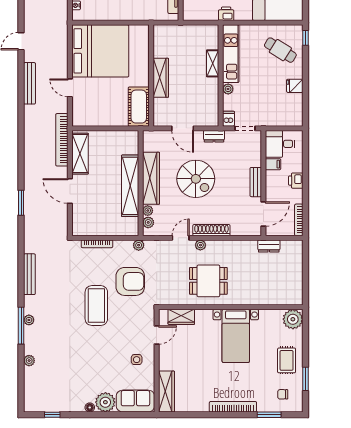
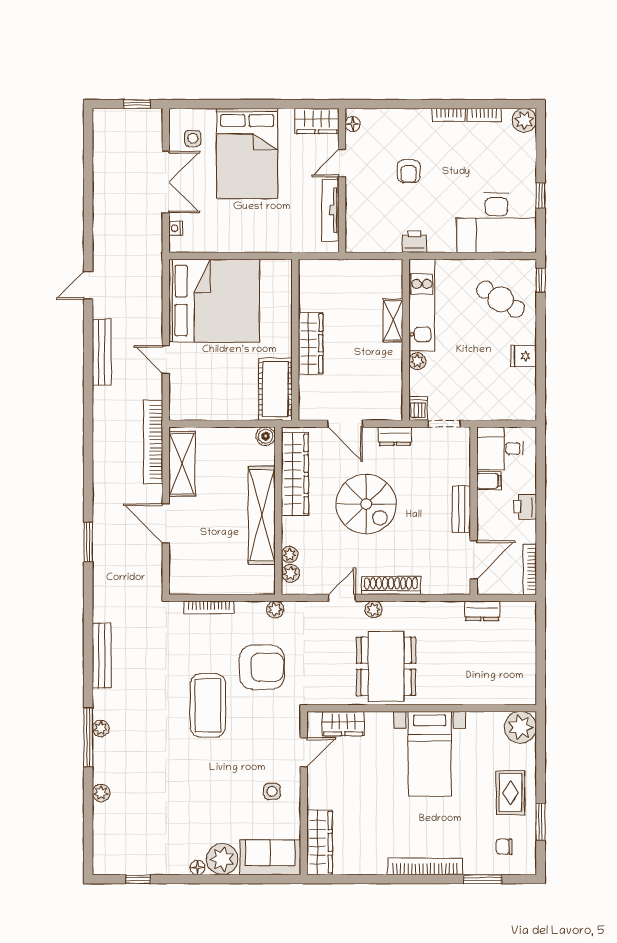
boiler: (133, 136) -> (266, 436), added
wardrobe: (151, 178) -> (295, 474), moved
dining table: (208, 281) -> (386, 666), width x1.37

